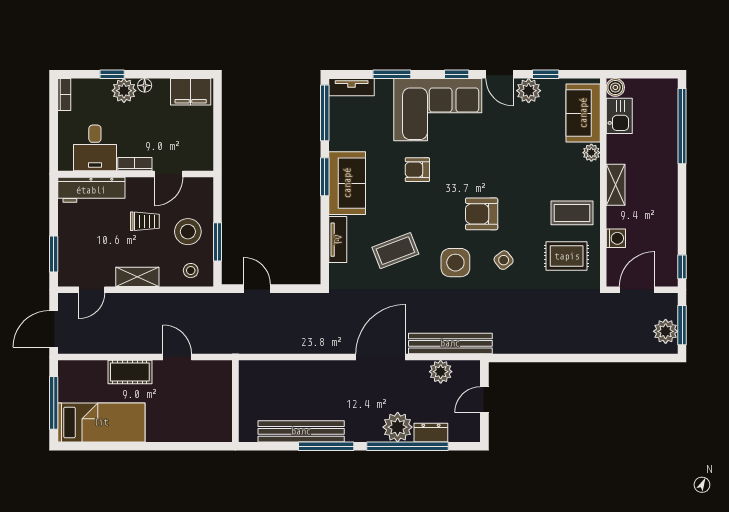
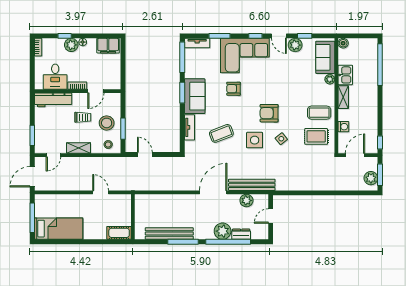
kitchen sink: (619, 116) -> (345, 75), moved
cot: (130, 372) -> (119, 233), moved

